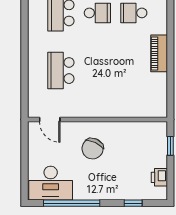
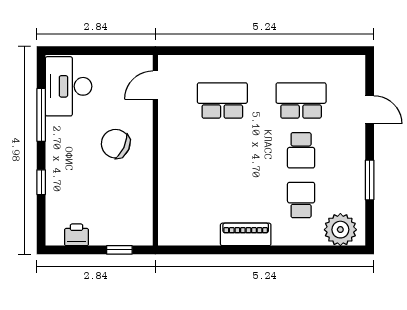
window: (72, 203) -> (41, 115), width x0.68
window: (133, 203) -> (41, 182), moved

